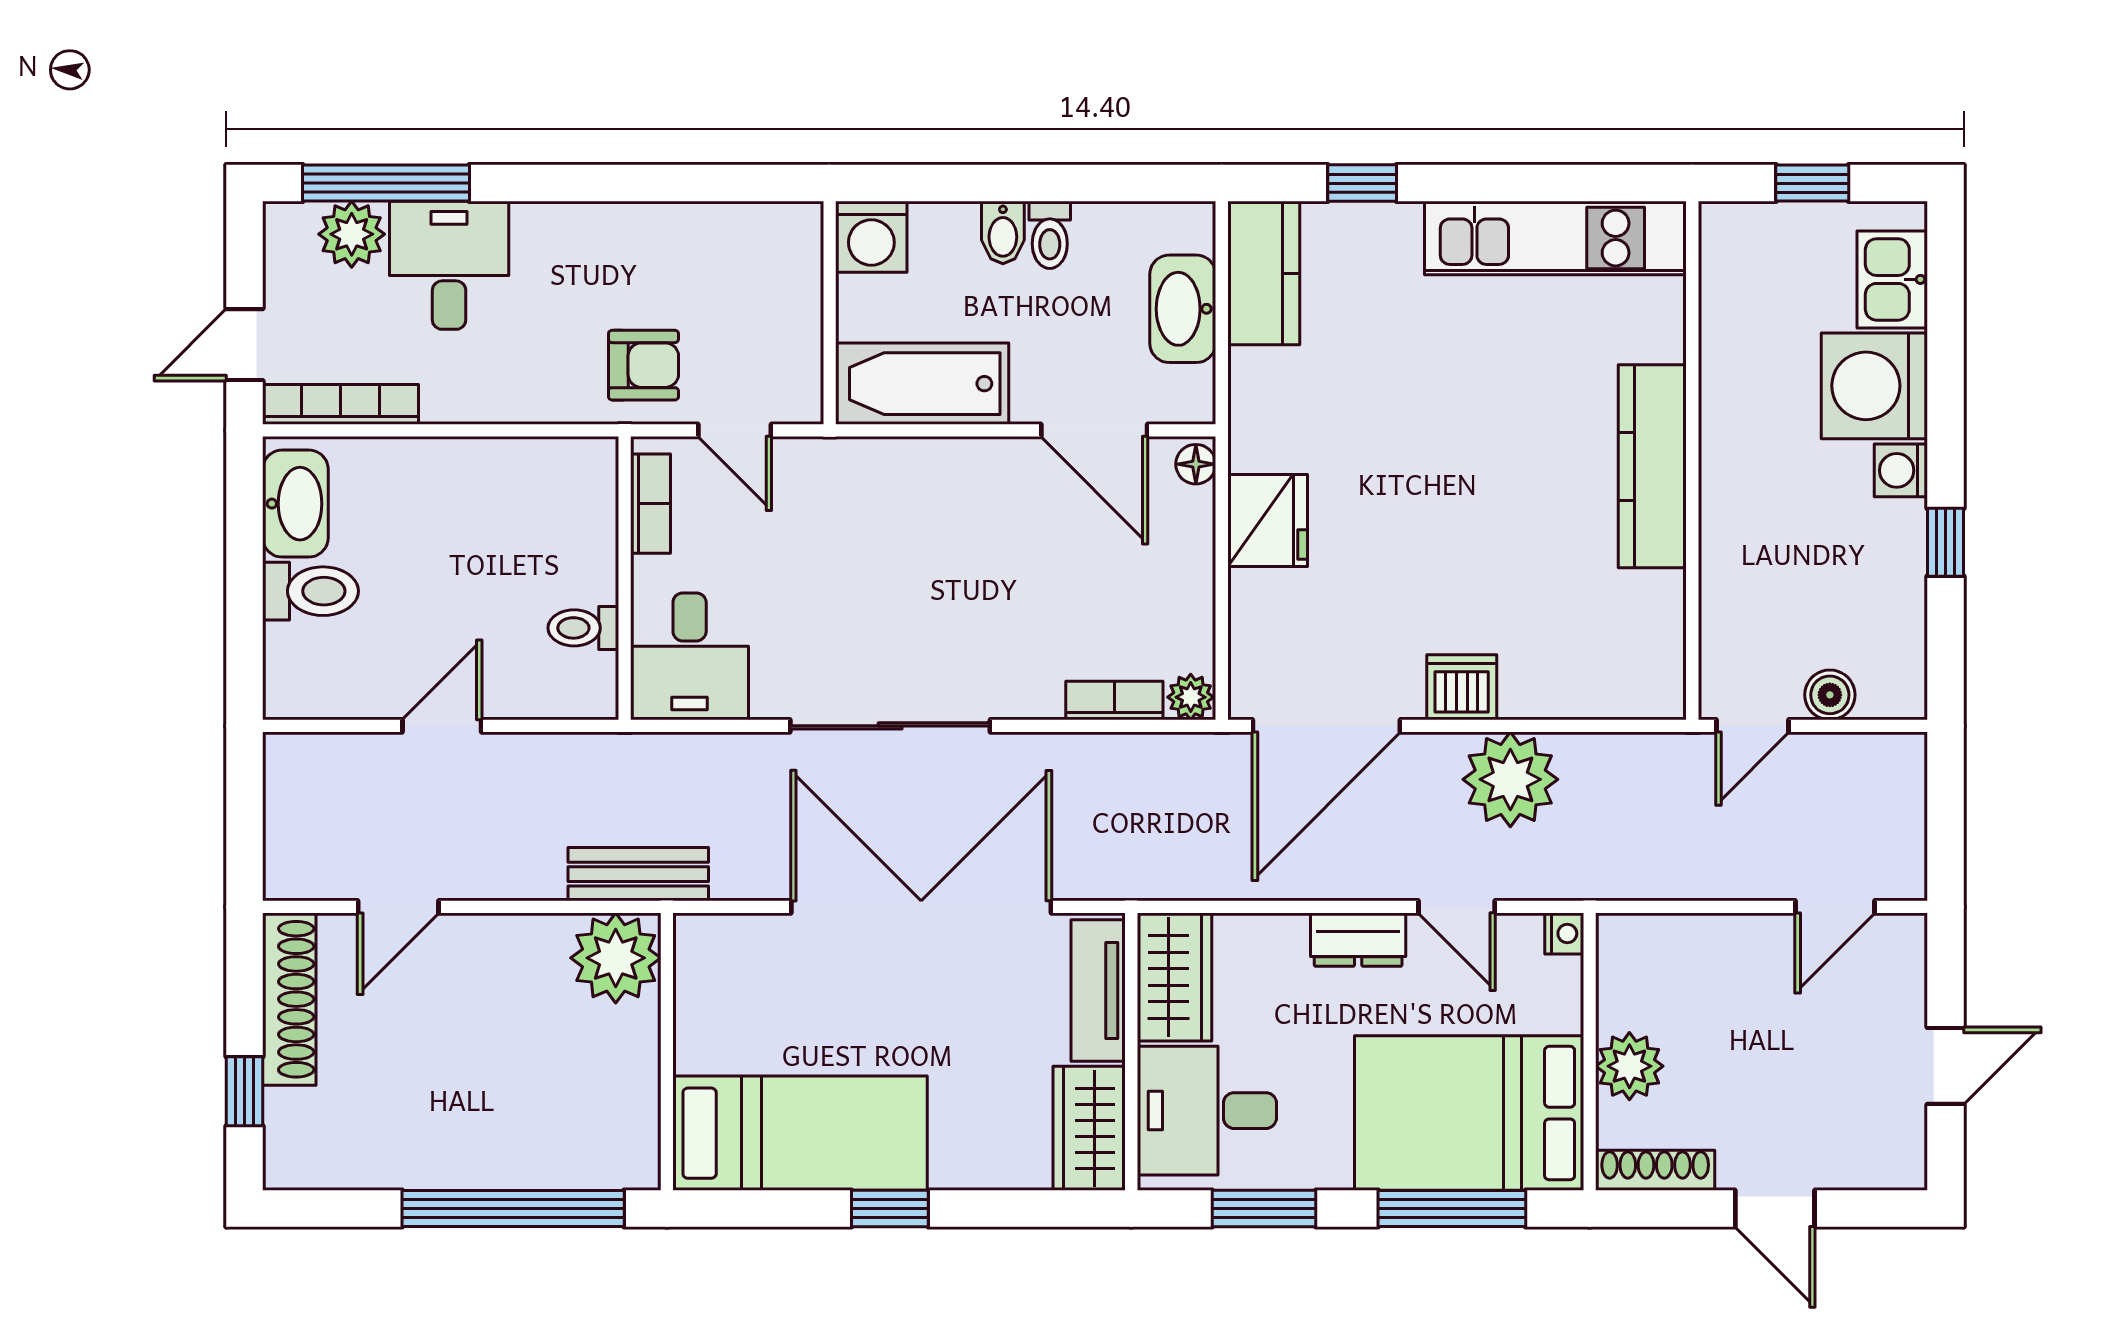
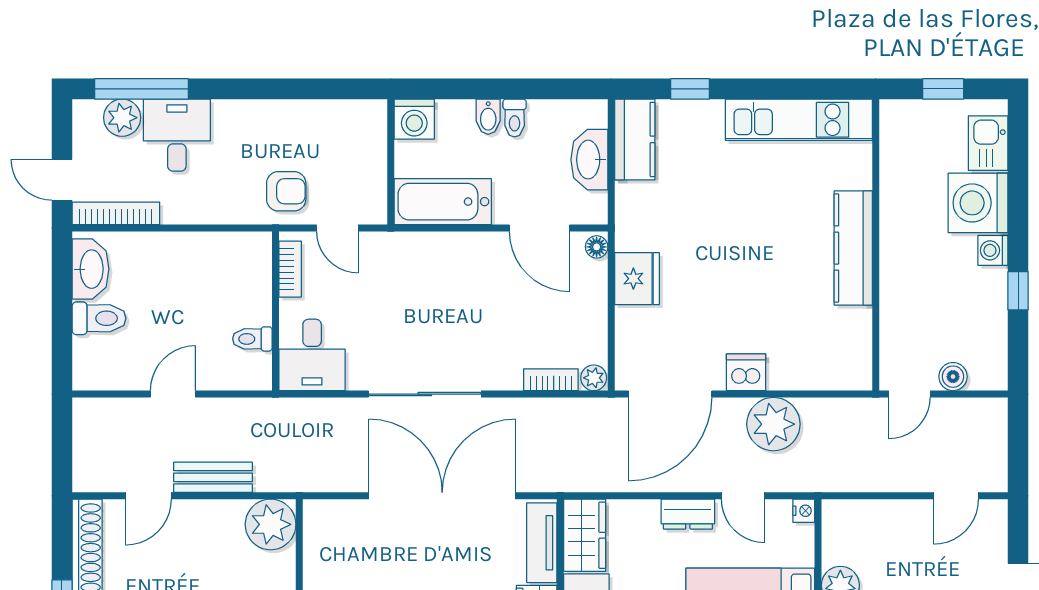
door: (245, 345) -> (62, 180), hinge flipped
bench: (638, 874) -> (213, 477), moved

